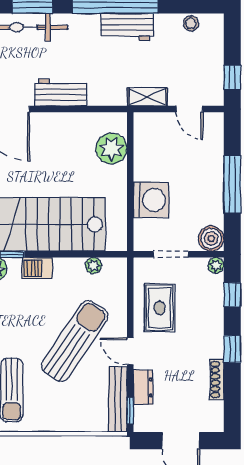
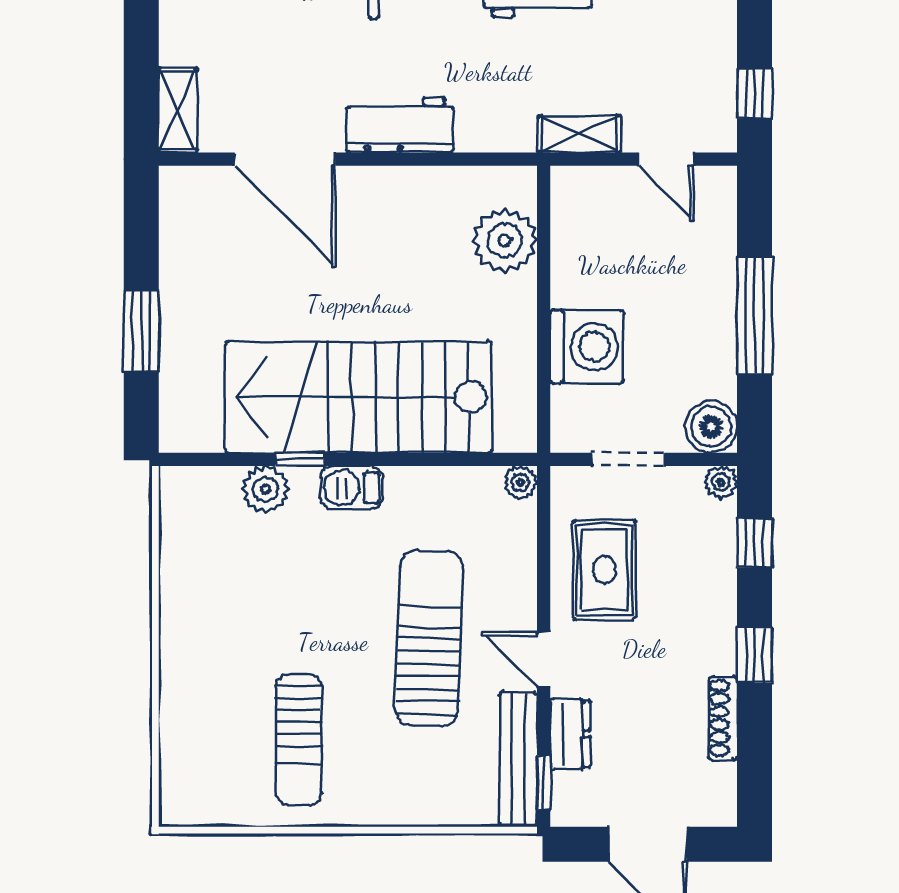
plant: (93, 266) -> (520, 482), moved
sun lounger: (75, 341) -> (429, 638), turned -32

